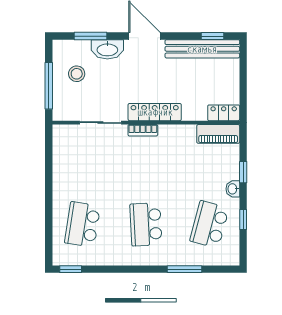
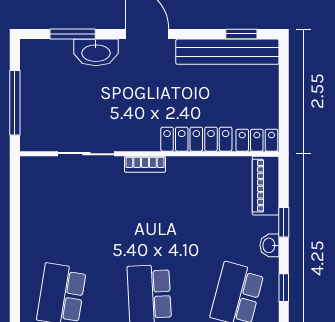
stool: (77, 74) -> (54, 86), removed
locker: (155, 112) -> (196, 139), moved
piano: (218, 134) -> (266, 186), moved, turned 90

